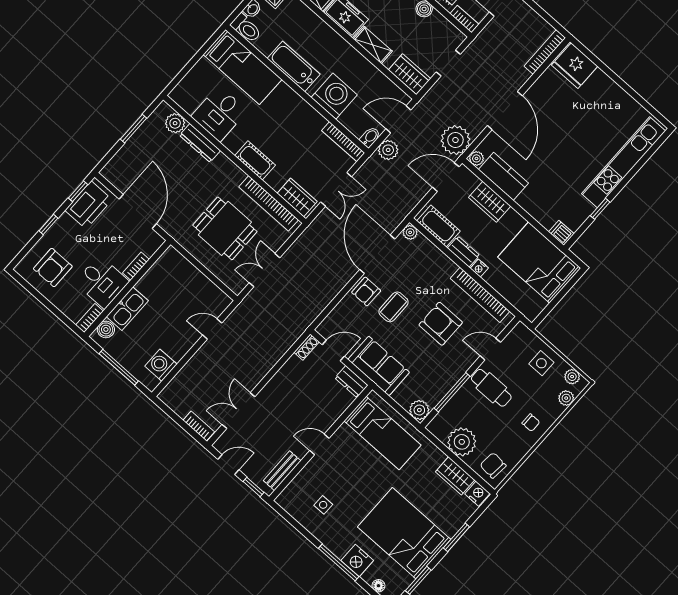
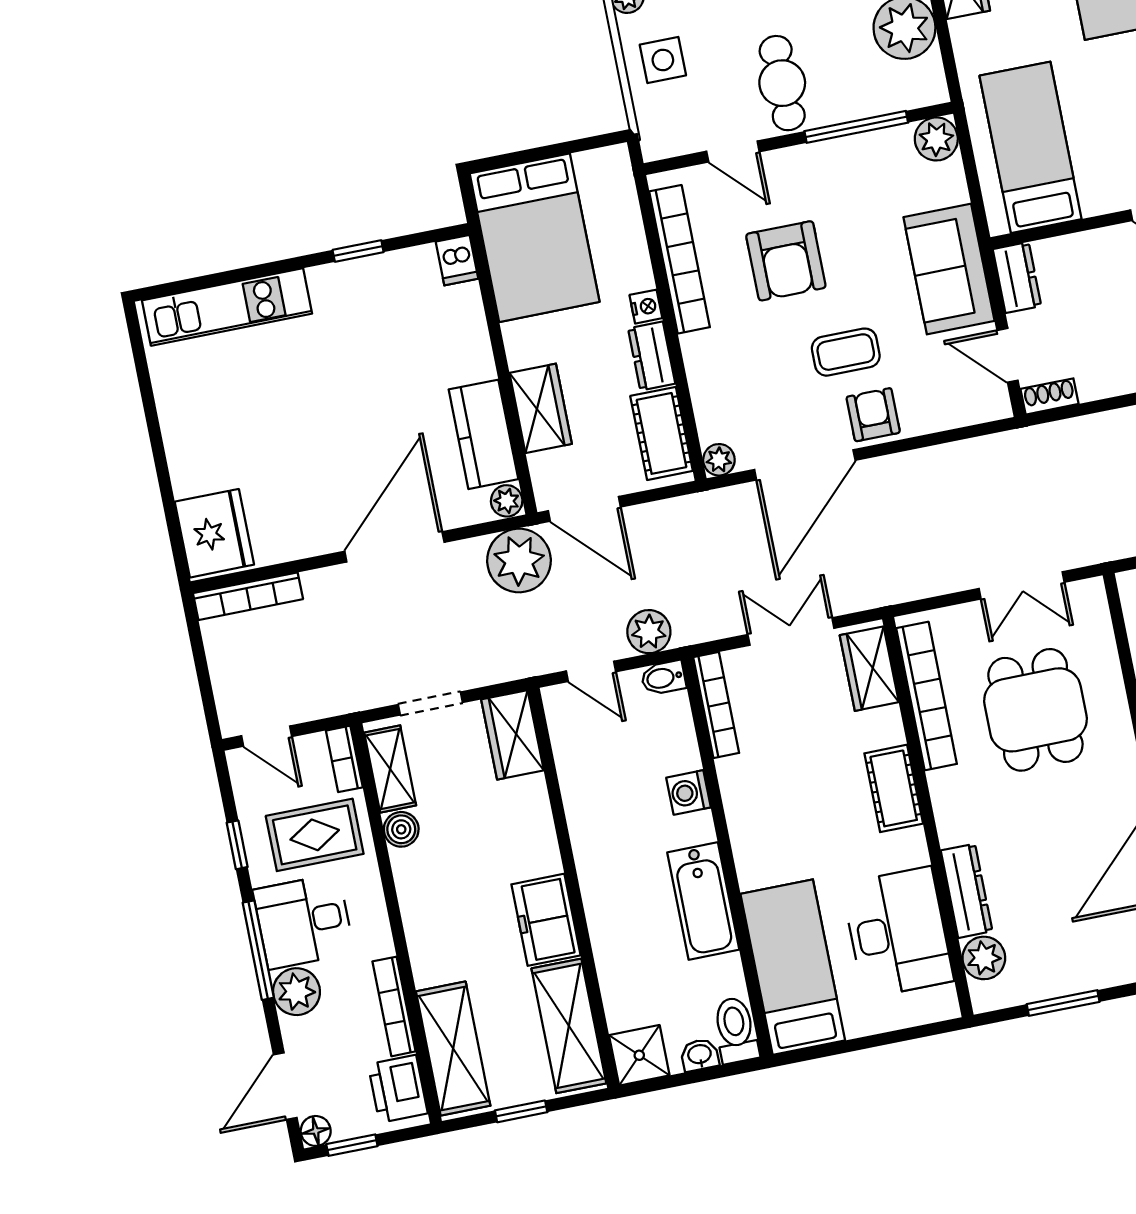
shelving: (373, 45) -> (390, 769), moved
washing machine: (334, 96) -> (689, 792), width x0.53, depth x0.53
desk: (219, 114) -> (898, 932), width x1.37
door: (398, 119) -> (591, 671), width x0.73
kitchen unit: (623, 162) -> (227, 307), width x0.73
armchair: (366, 292) -> (873, 415), turned -90

